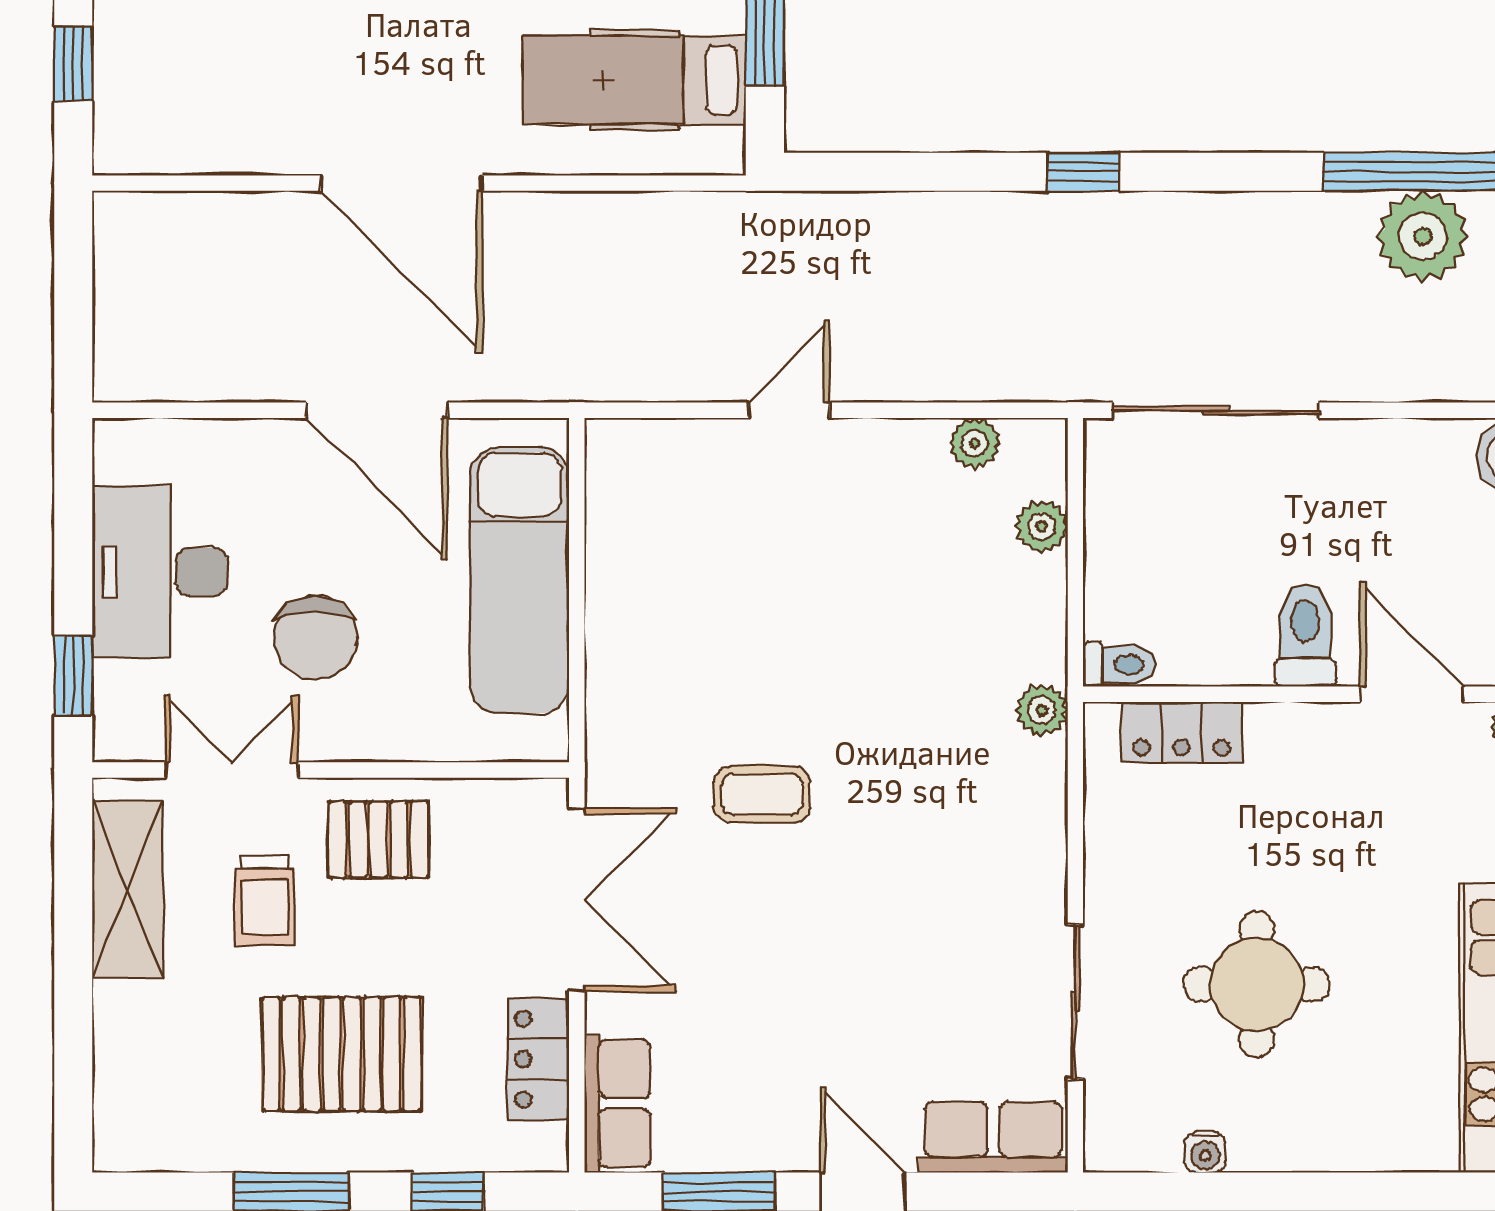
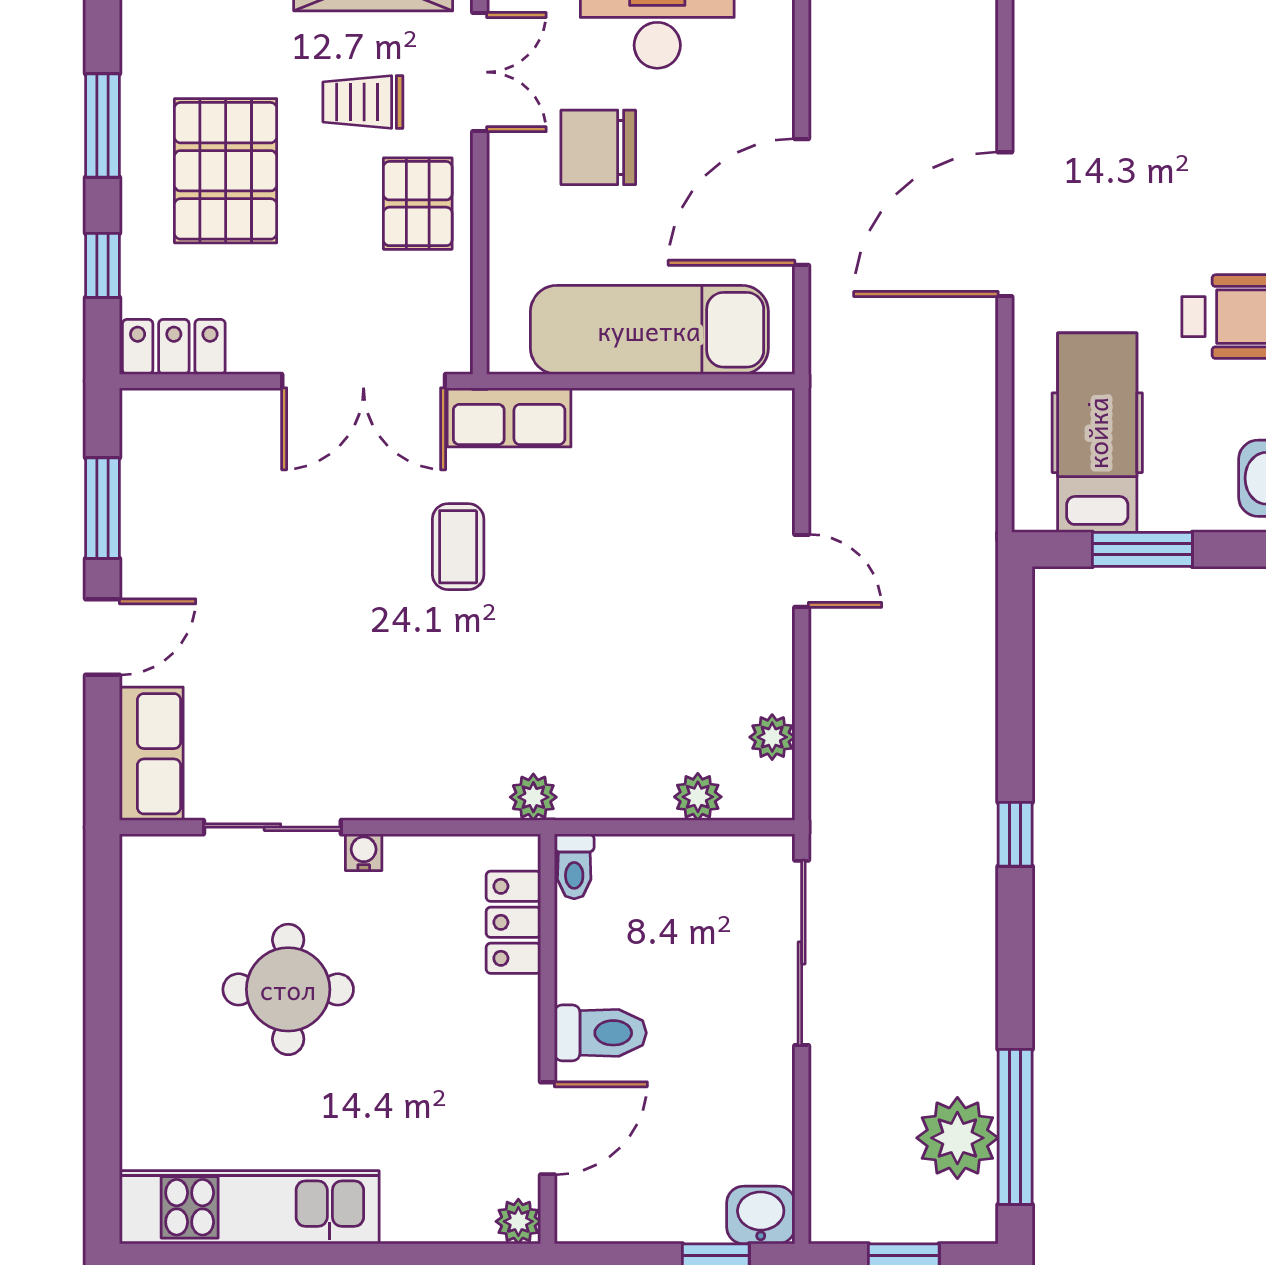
locker: (539, 1059) -> (174, 347), moved
row of seats: (617, 1104) -> (509, 417), moved
water cooler: (1205, 1152) -> (364, 852), moved, turned 90

